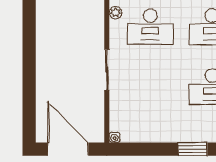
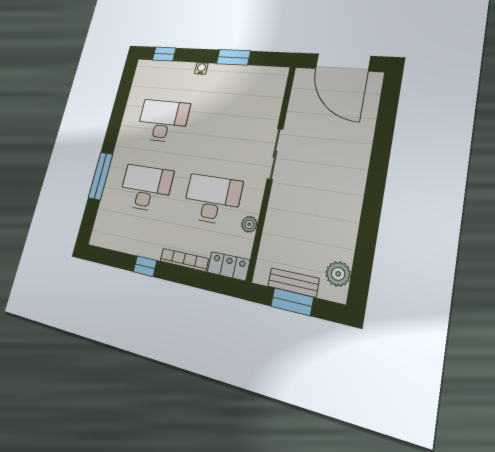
water cooler: (114, 137) -> (201, 68), moved
window: (193, 149) -> (233, 57), moved

